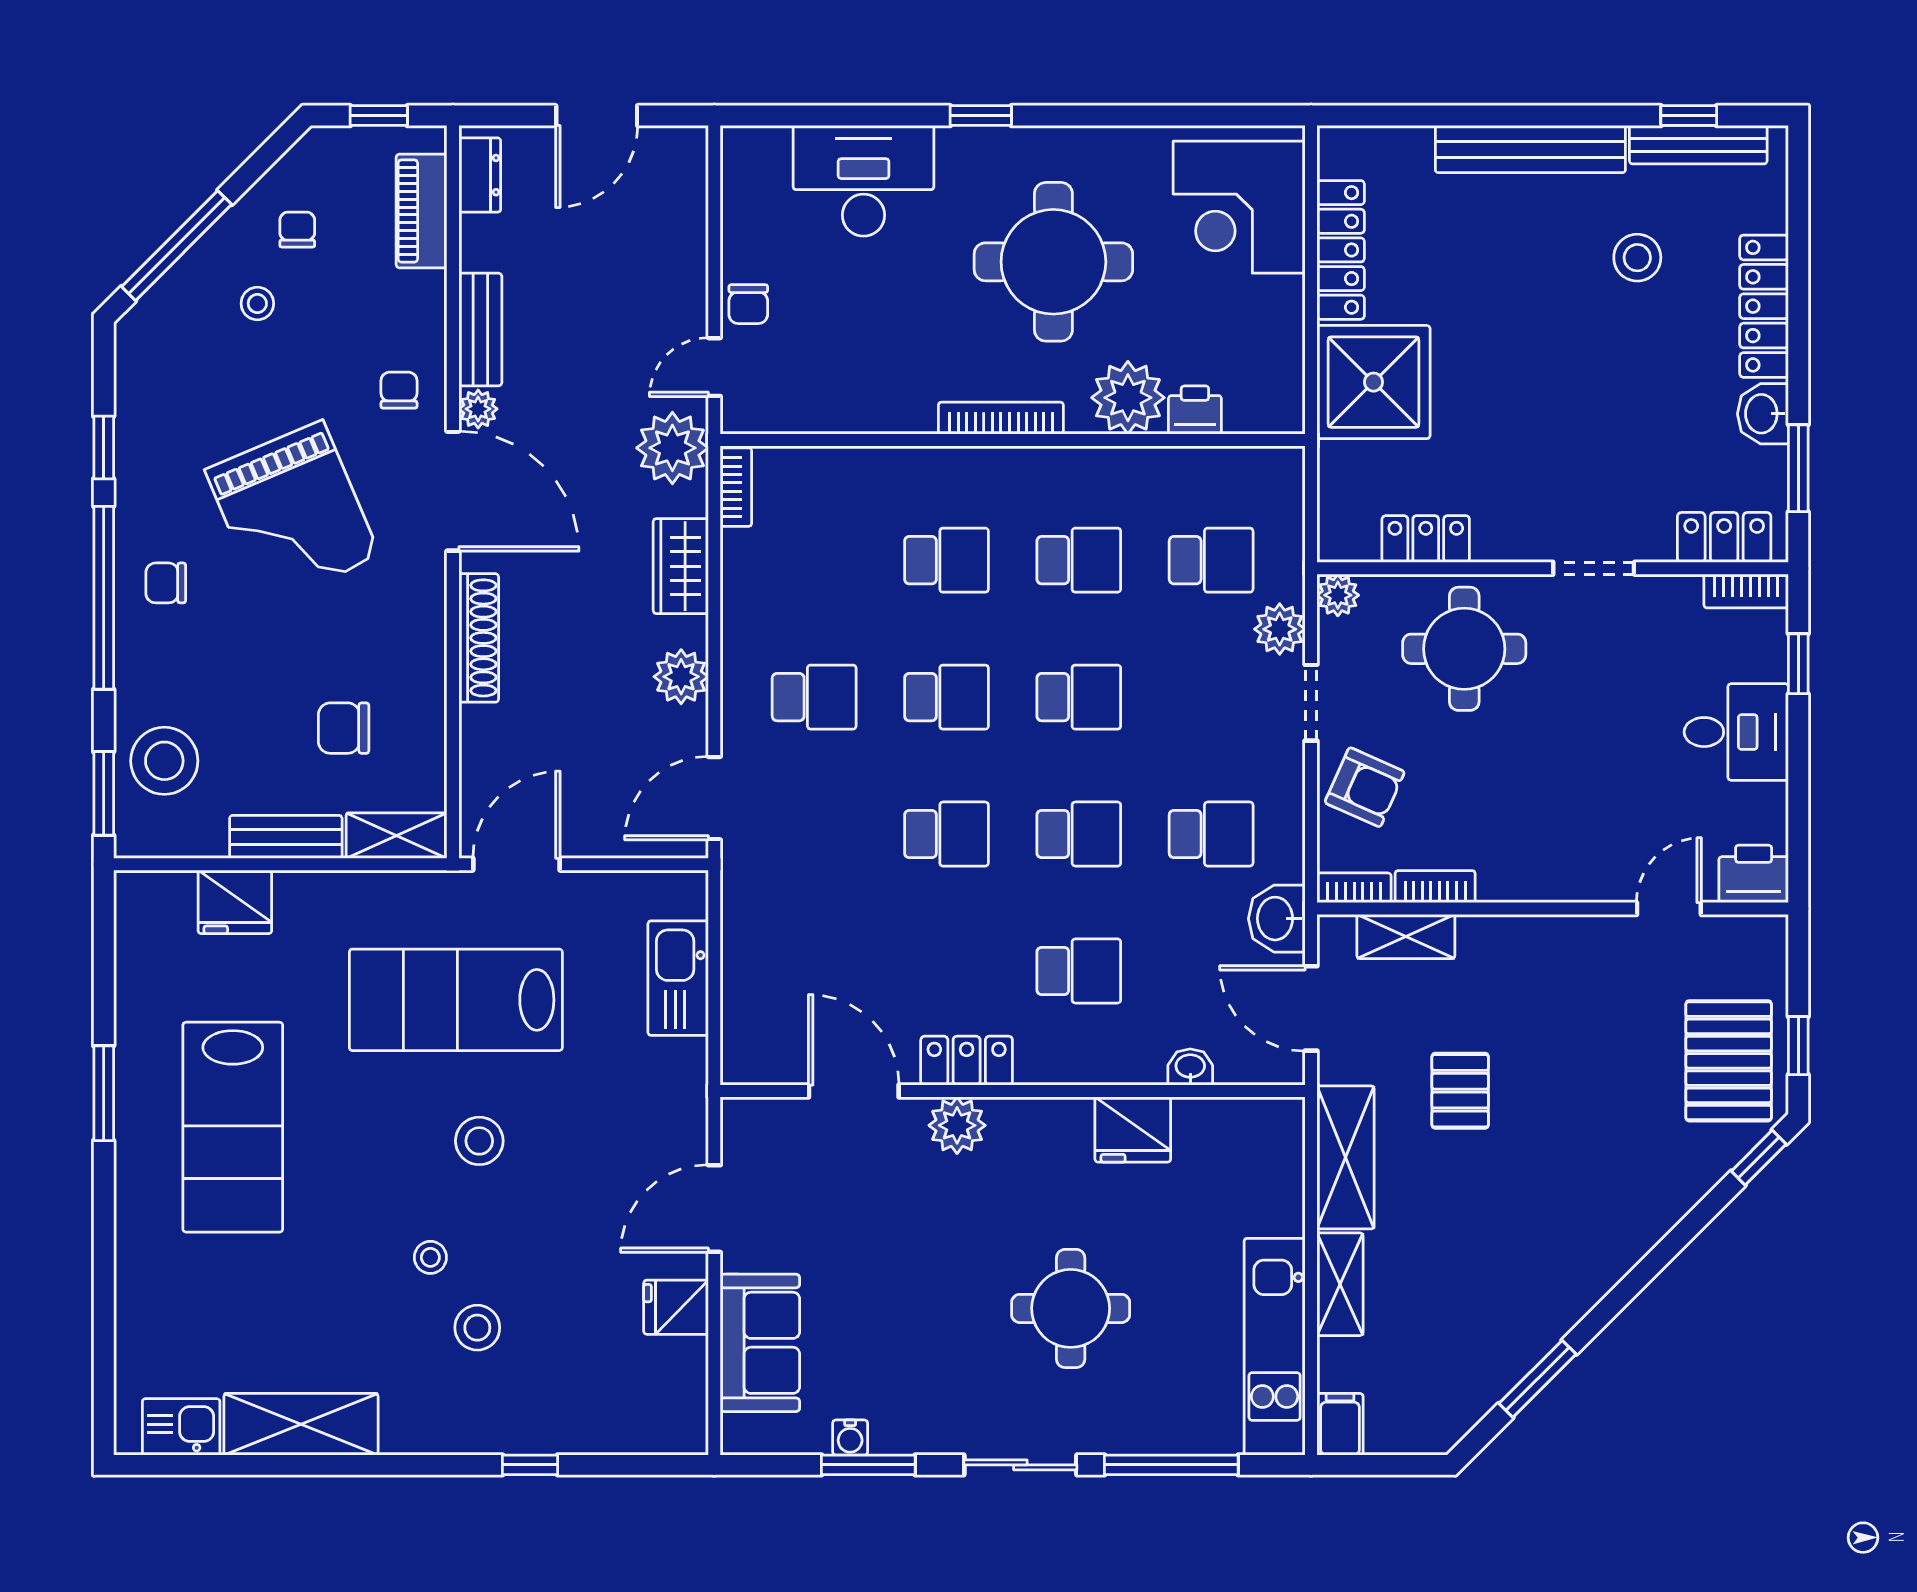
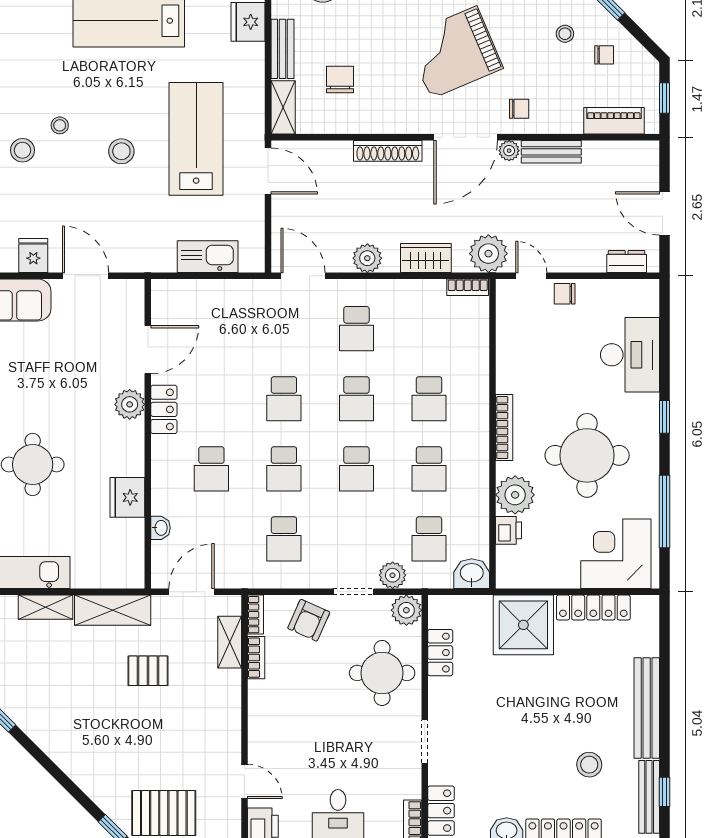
window: (1159, 116) -> (664, 511), added
dresser: (480, 175) -> (627, 262), moved, turned 180
plant: (1338, 595) -> (406, 610), width x1.38, depth x1.38
washbasin: (1277, 919) -> (472, 574), moved

